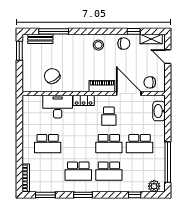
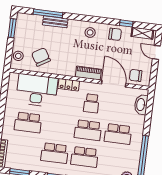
bench: (40, 39) -> (55, 22), moved
stool: (29, 78) -> (18, 56), added
desk: (58, 107) -> (37, 90), width x1.36, depth x1.30

